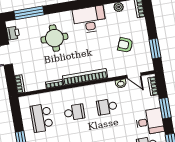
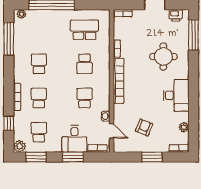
window: (155, 48) -> (152, 157), moved
door: (134, 75) -> (112, 131), swing flipped
desk: (150, 122) -> (74, 139), moved

